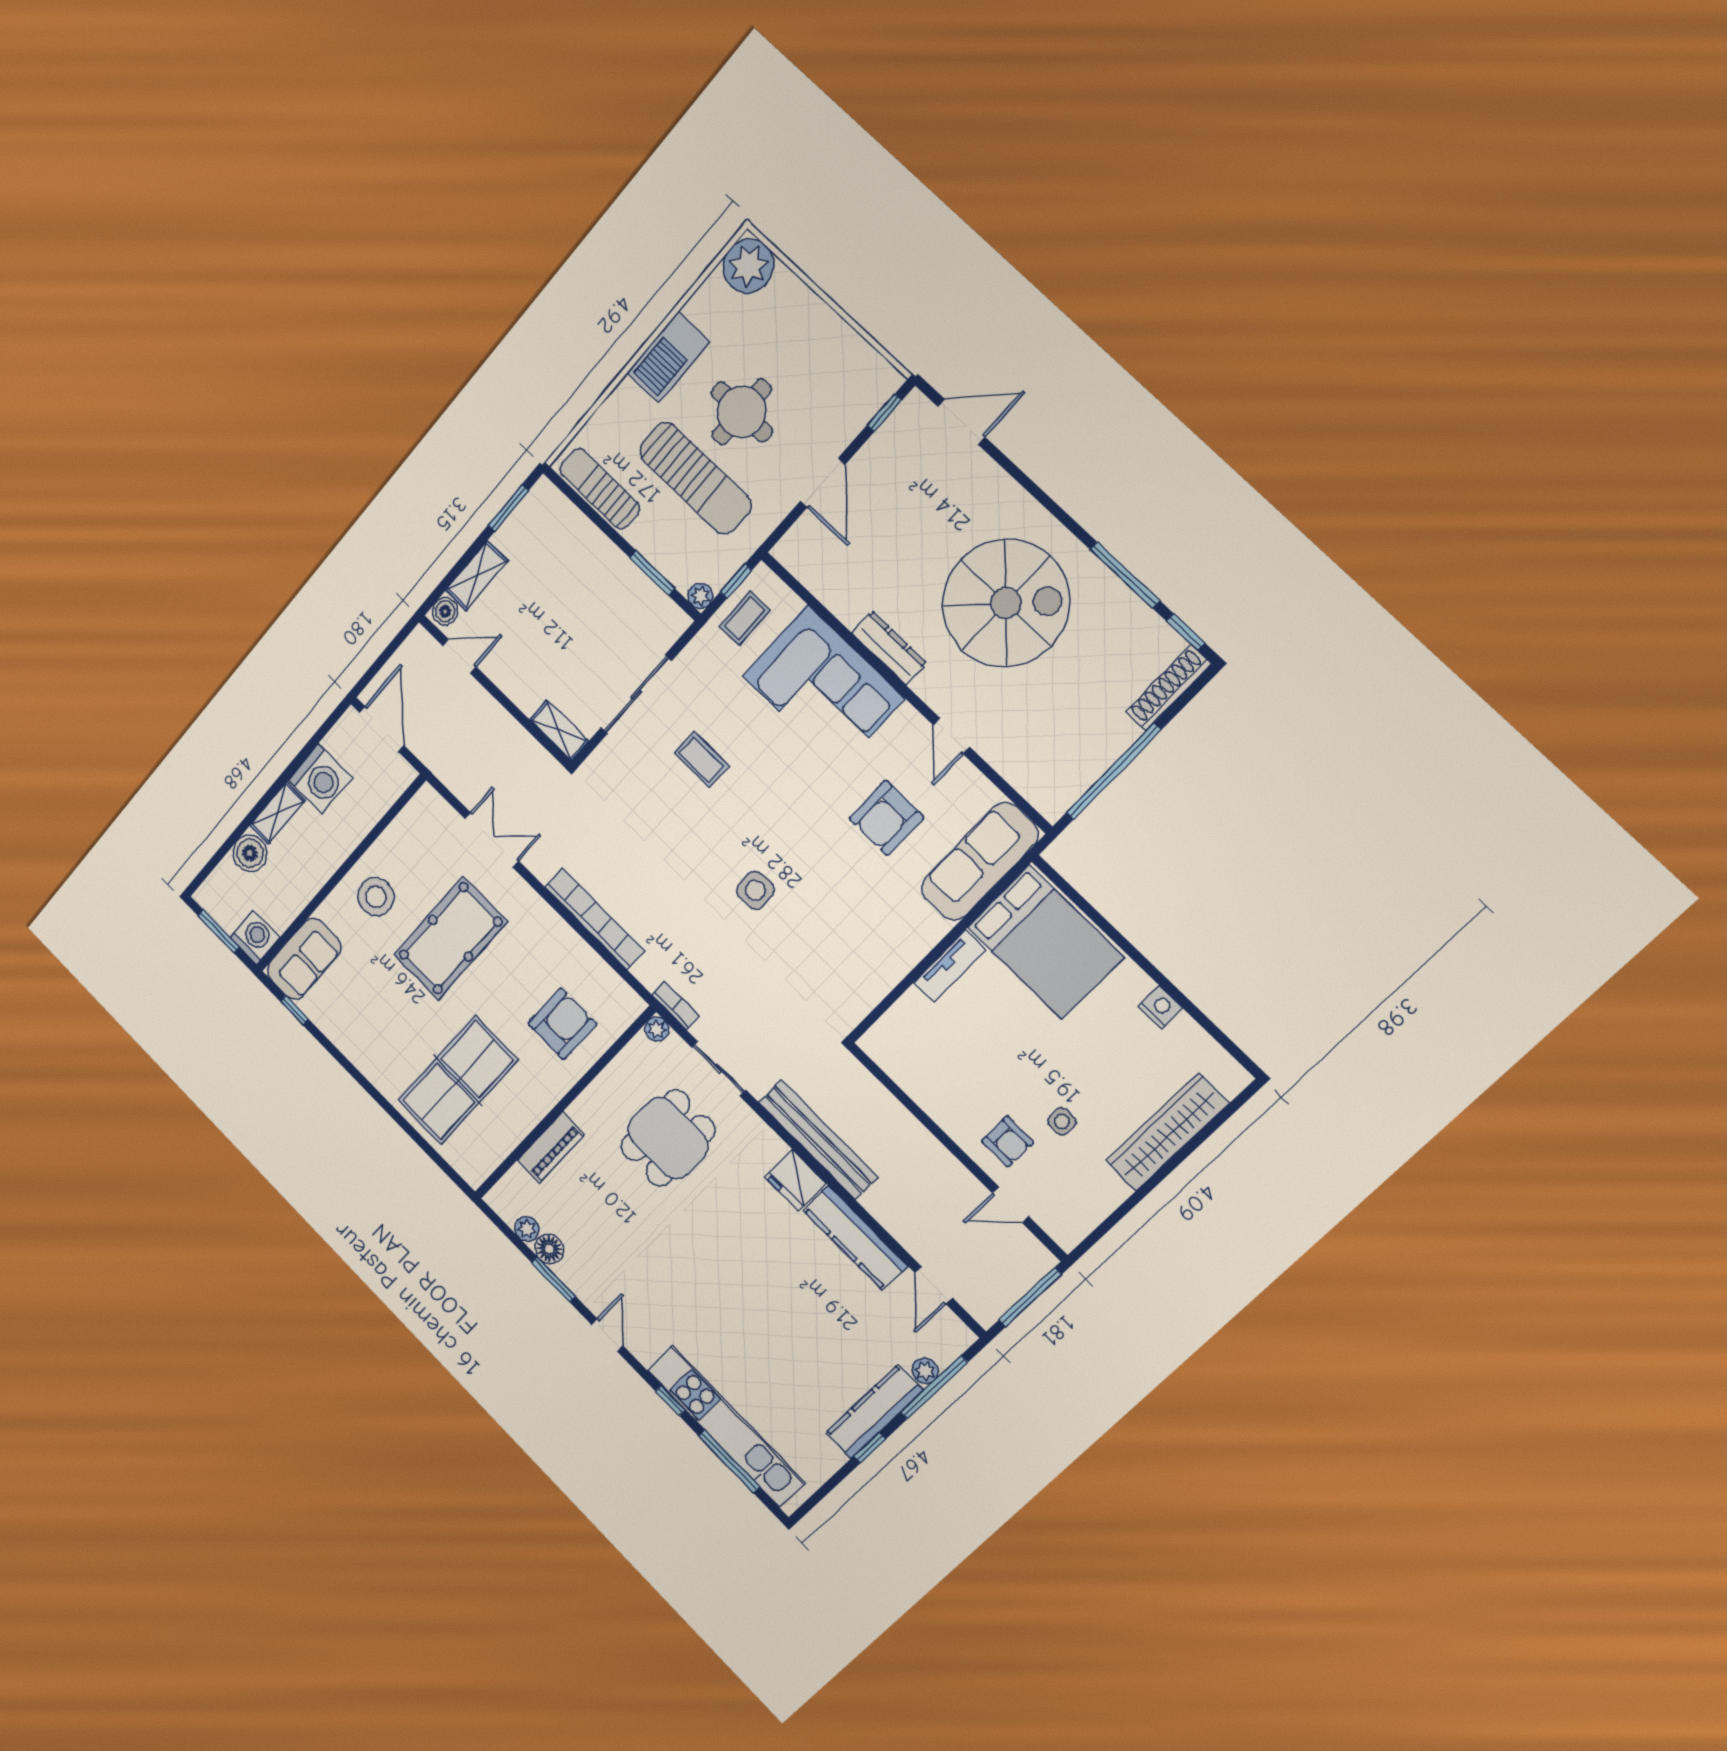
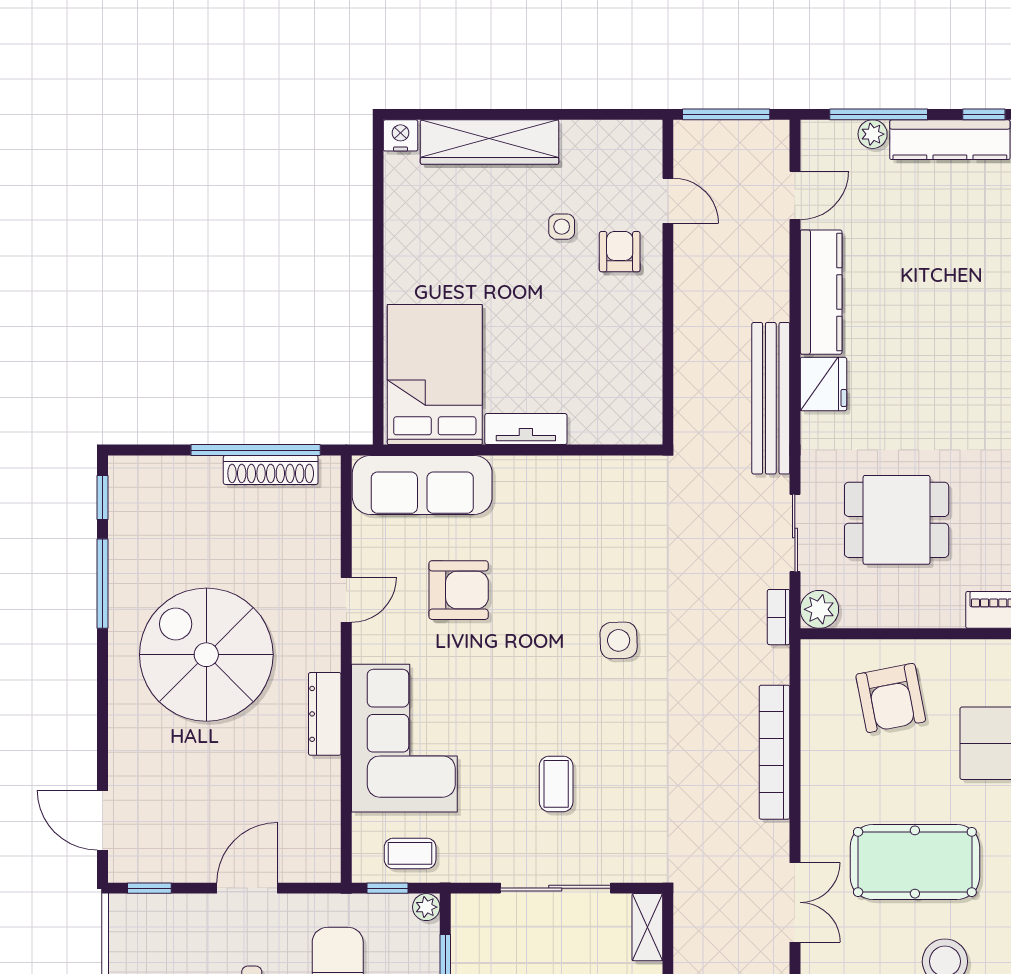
shoe rack: (1168, 688) -> (271, 470), moved
double door: (492, 840) -> (795, 902), swing flipped
nightstand: (1161, 1007) -> (401, 135), moved, turned 90
armchair: (562, 1024) -> (891, 698), turned -101
plant: (657, 1029) -> (819, 609), width x1.38, depth x1.38

